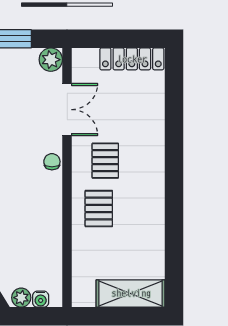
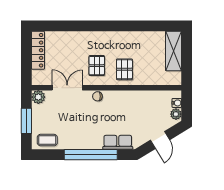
pallet: (105, 161) -> (97, 66), turned 90
pallet: (99, 209) -> (124, 69), turned 90

